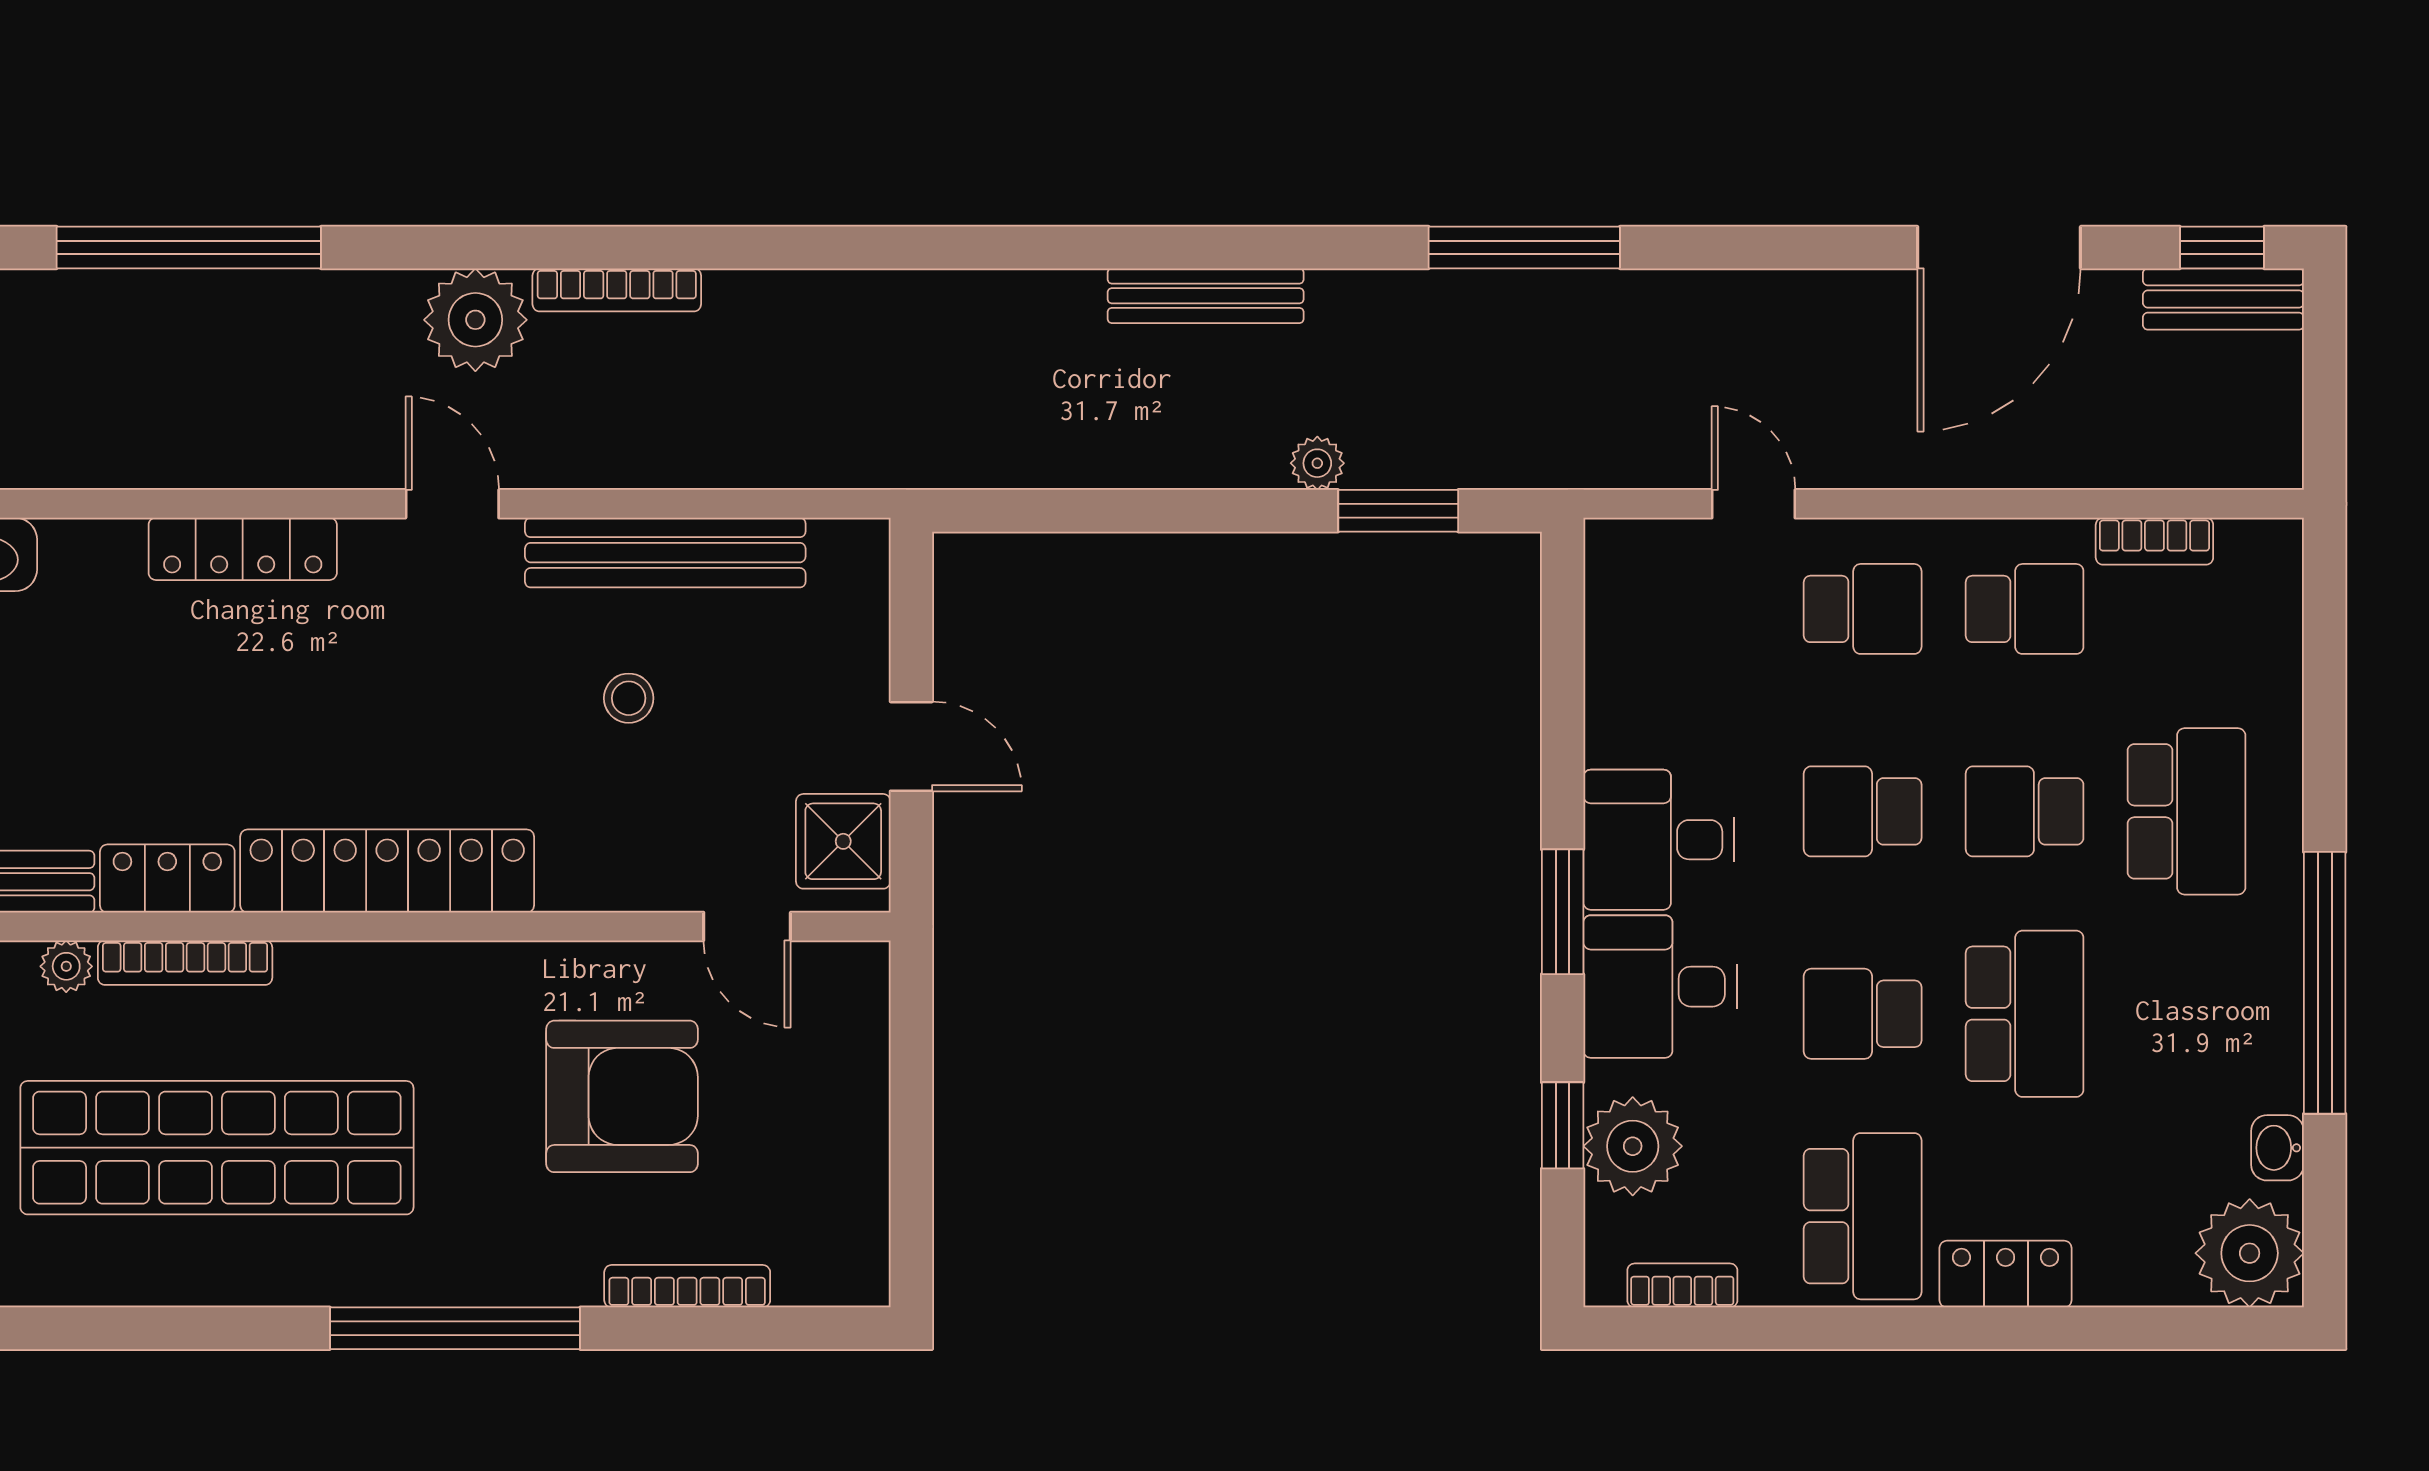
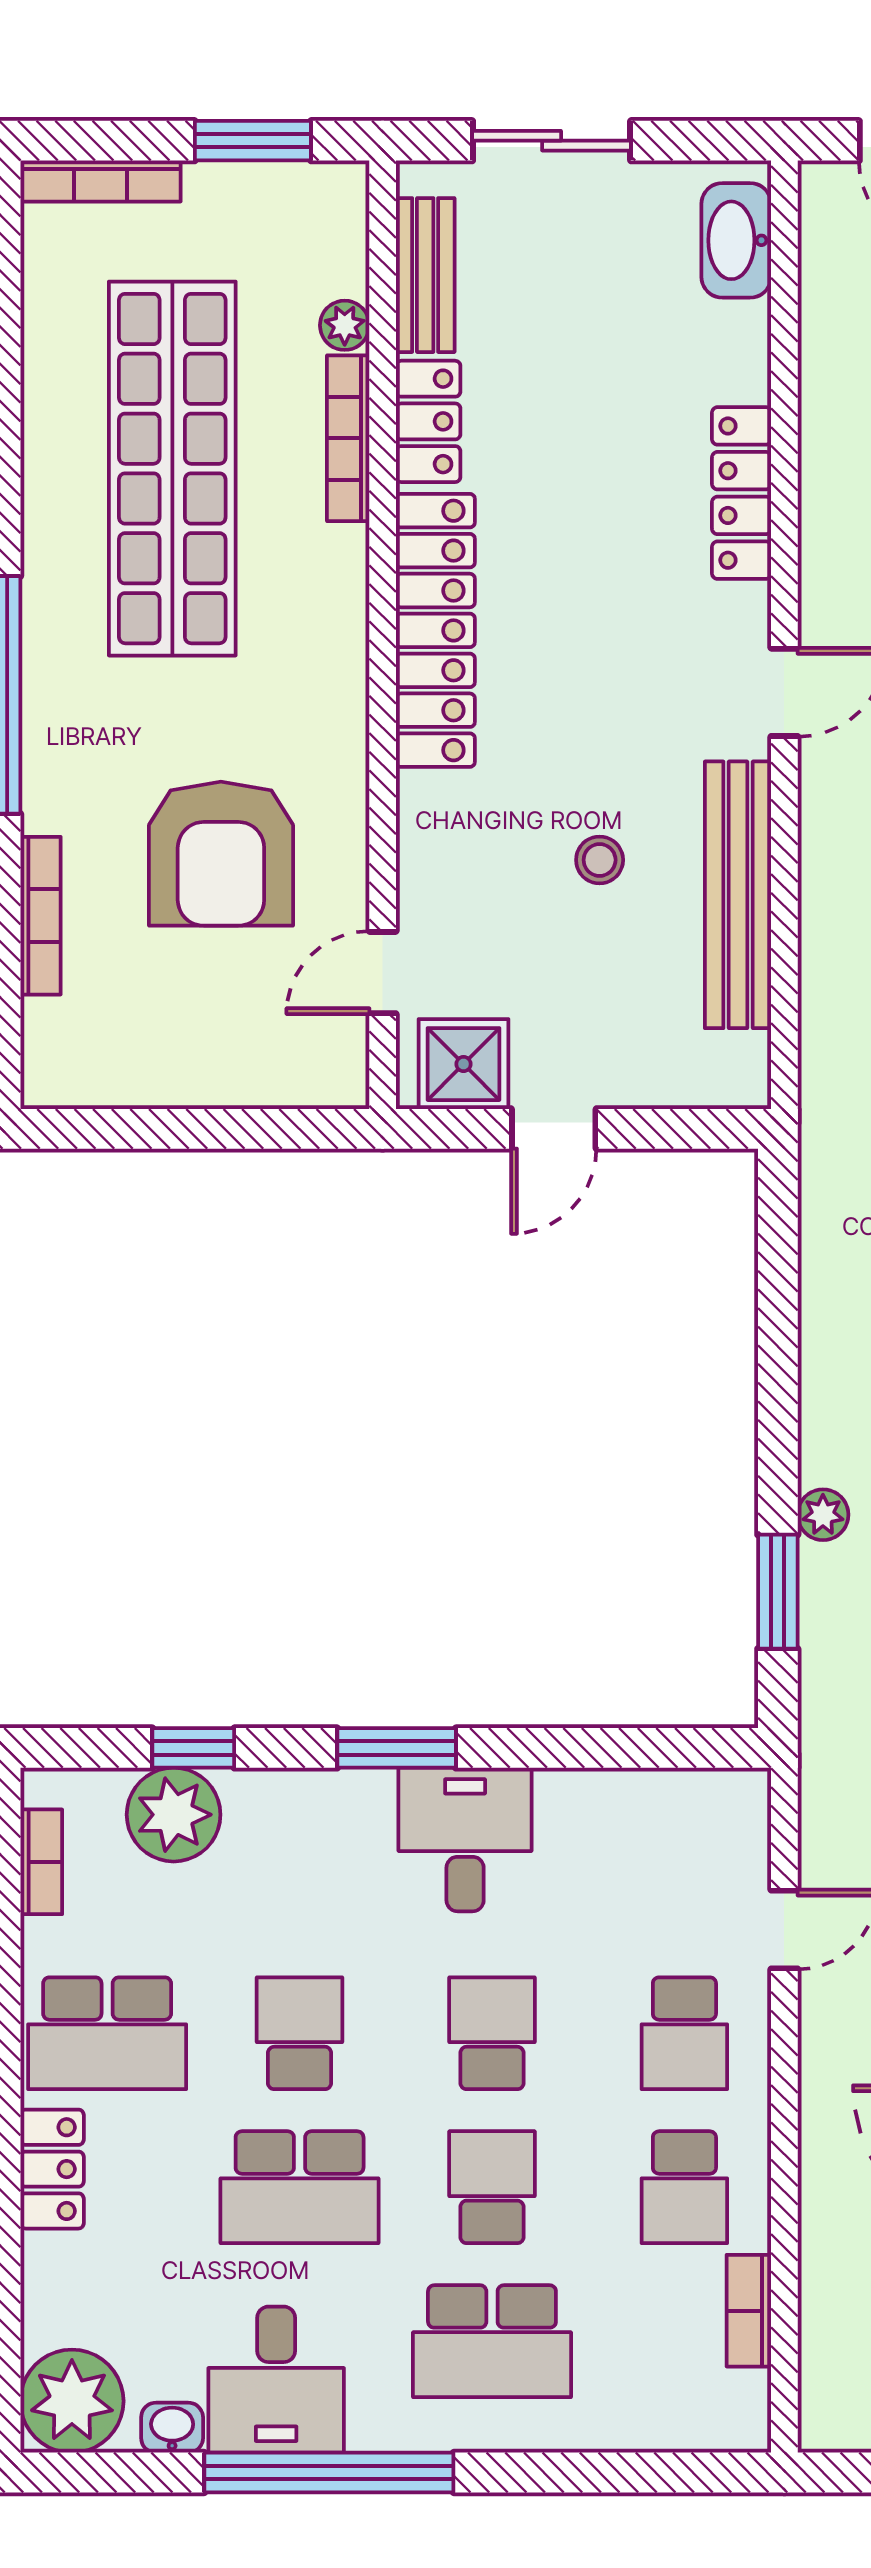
desk: (1660, 987) -> (276, 2380), moved, turned 180

